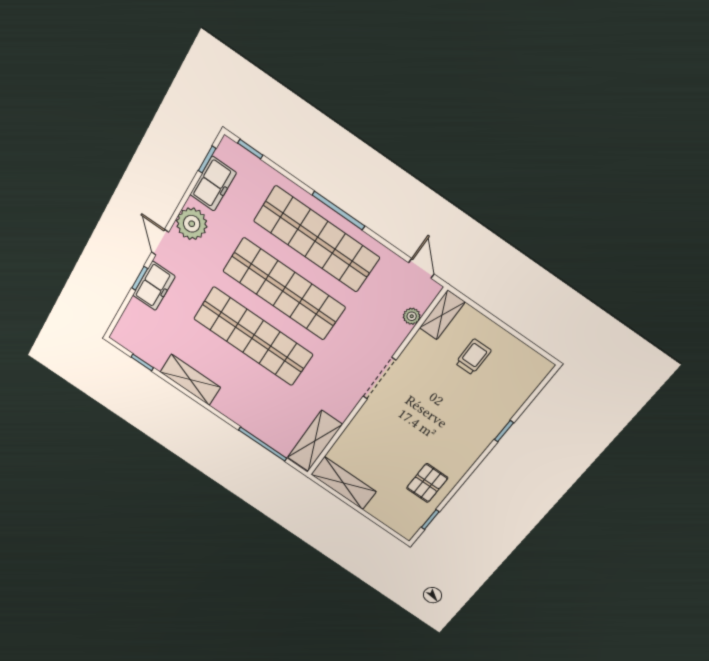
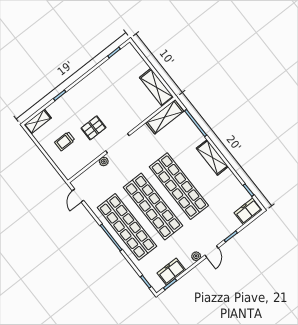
plant: (192, 224) -> (196, 256), width x0.53, depth x0.53
freezer: (154, 286) -> (248, 211), moved
shelving: (442, 315) -> (38, 121), moved
plant: (412, 316) -> (104, 161), moved
shelving: (190, 380) -> (212, 157), moved
pallet: (427, 483) -> (93, 128), moved

